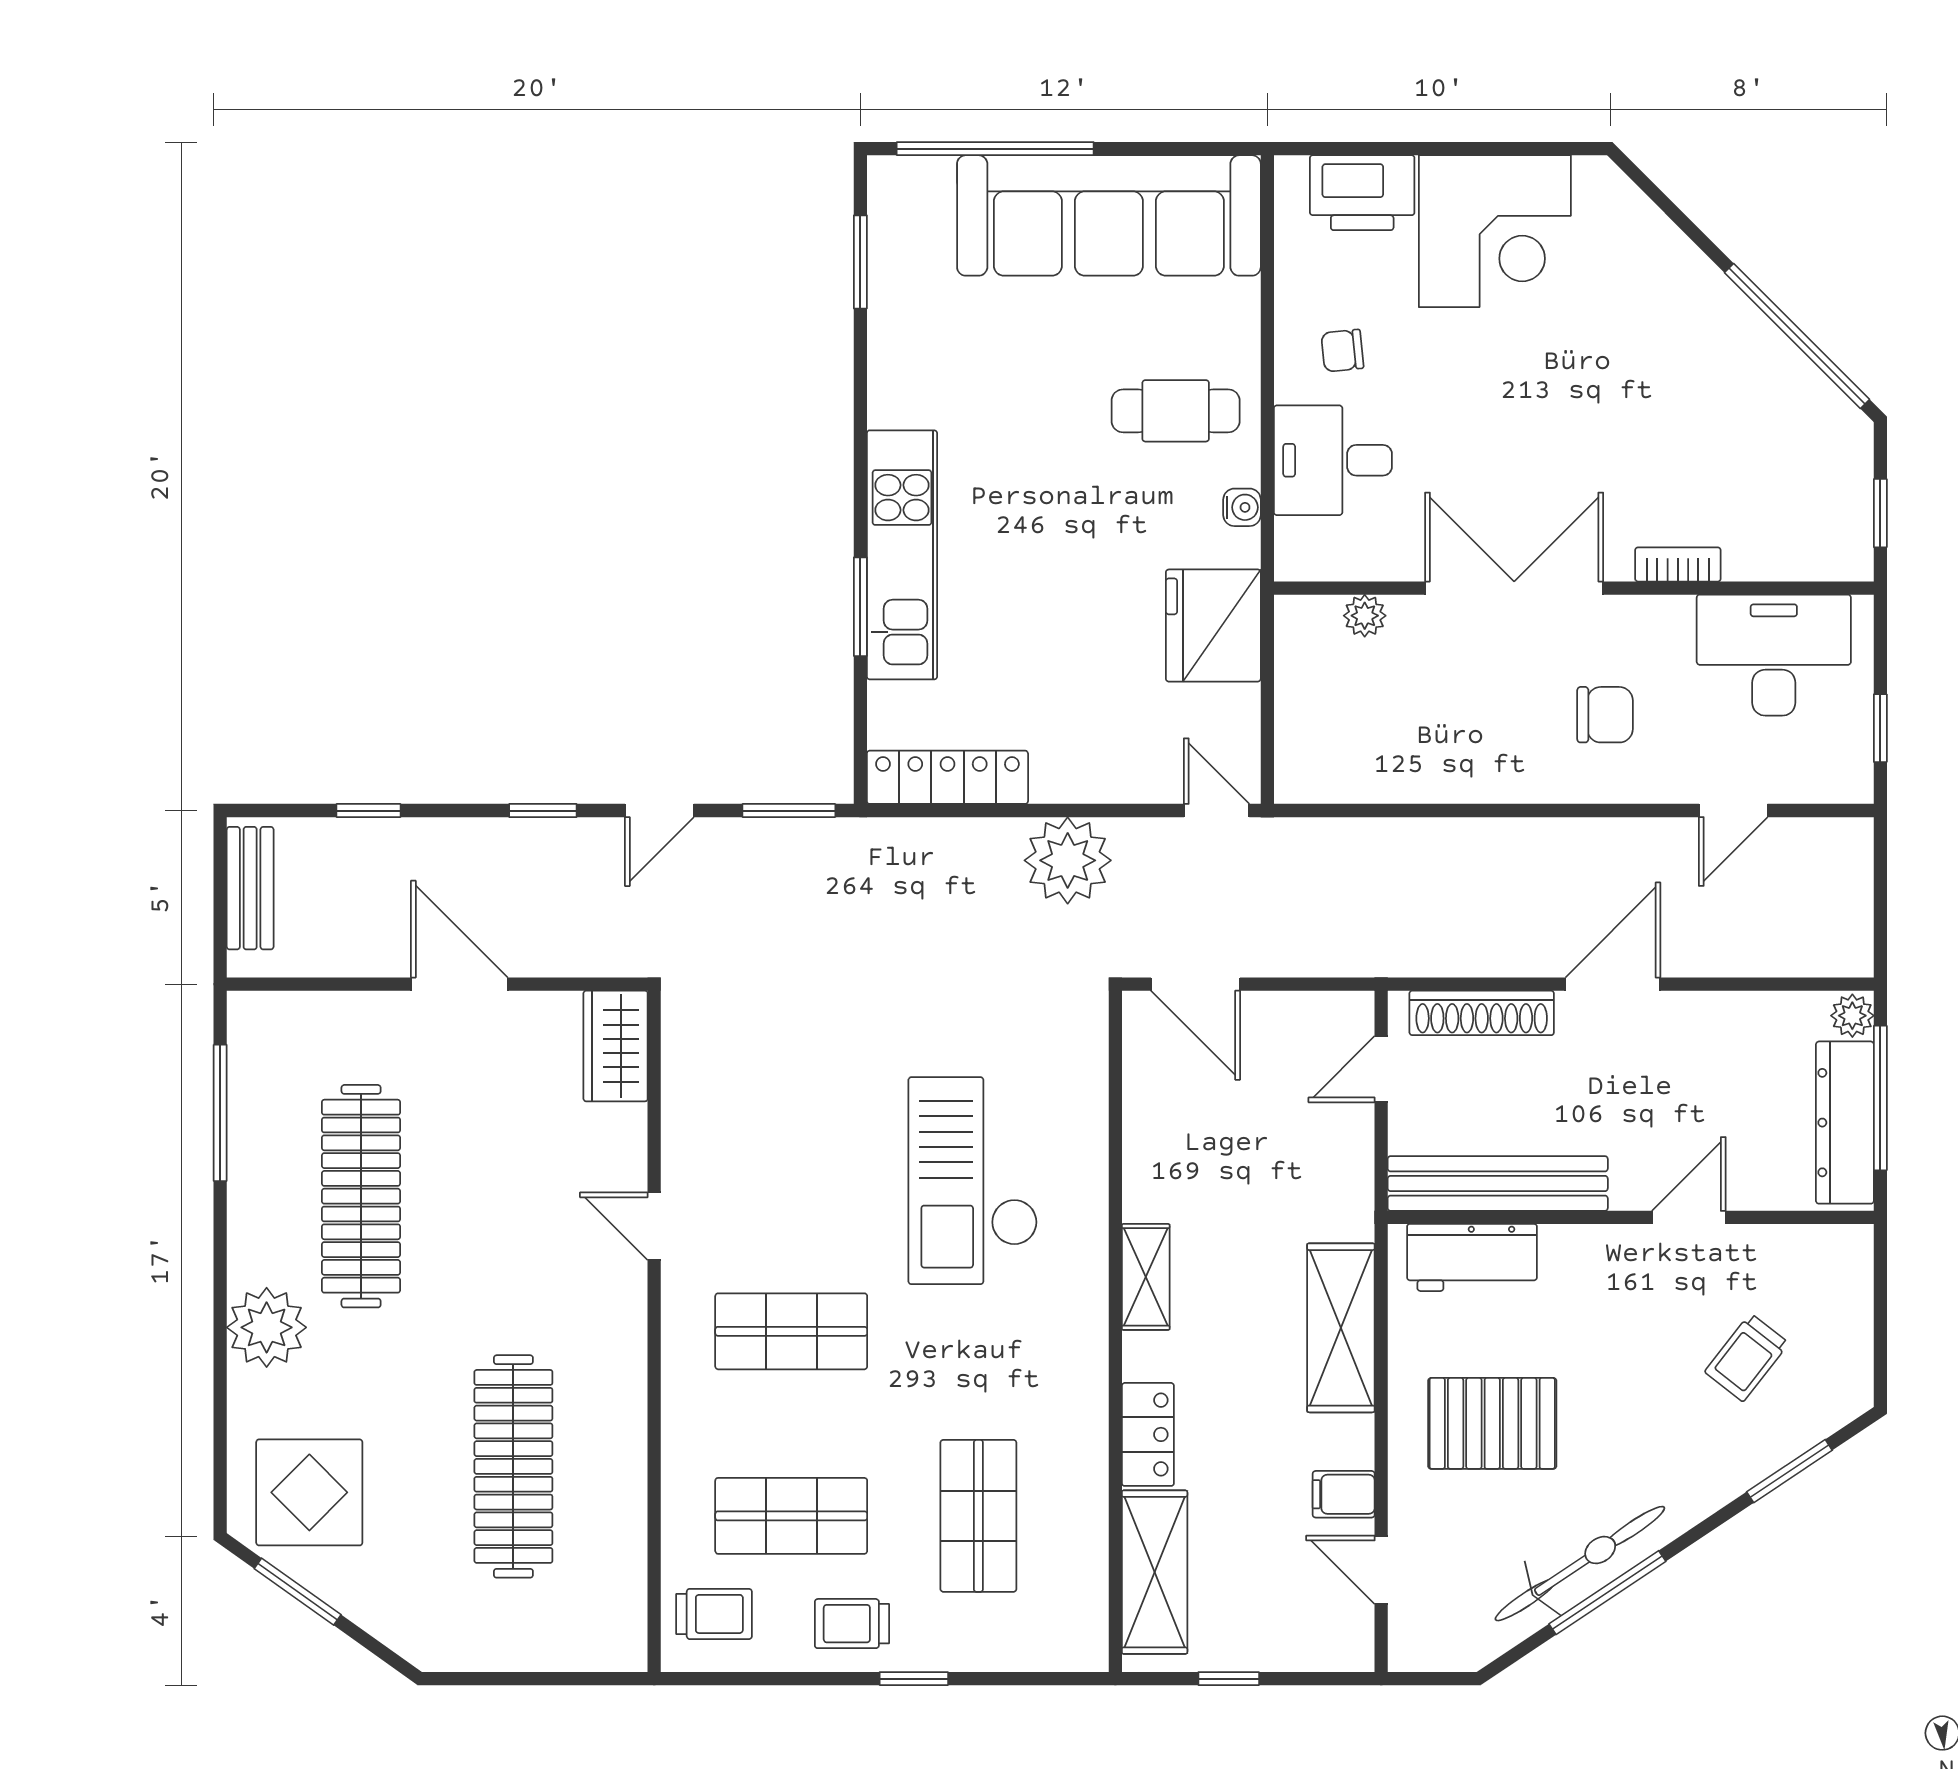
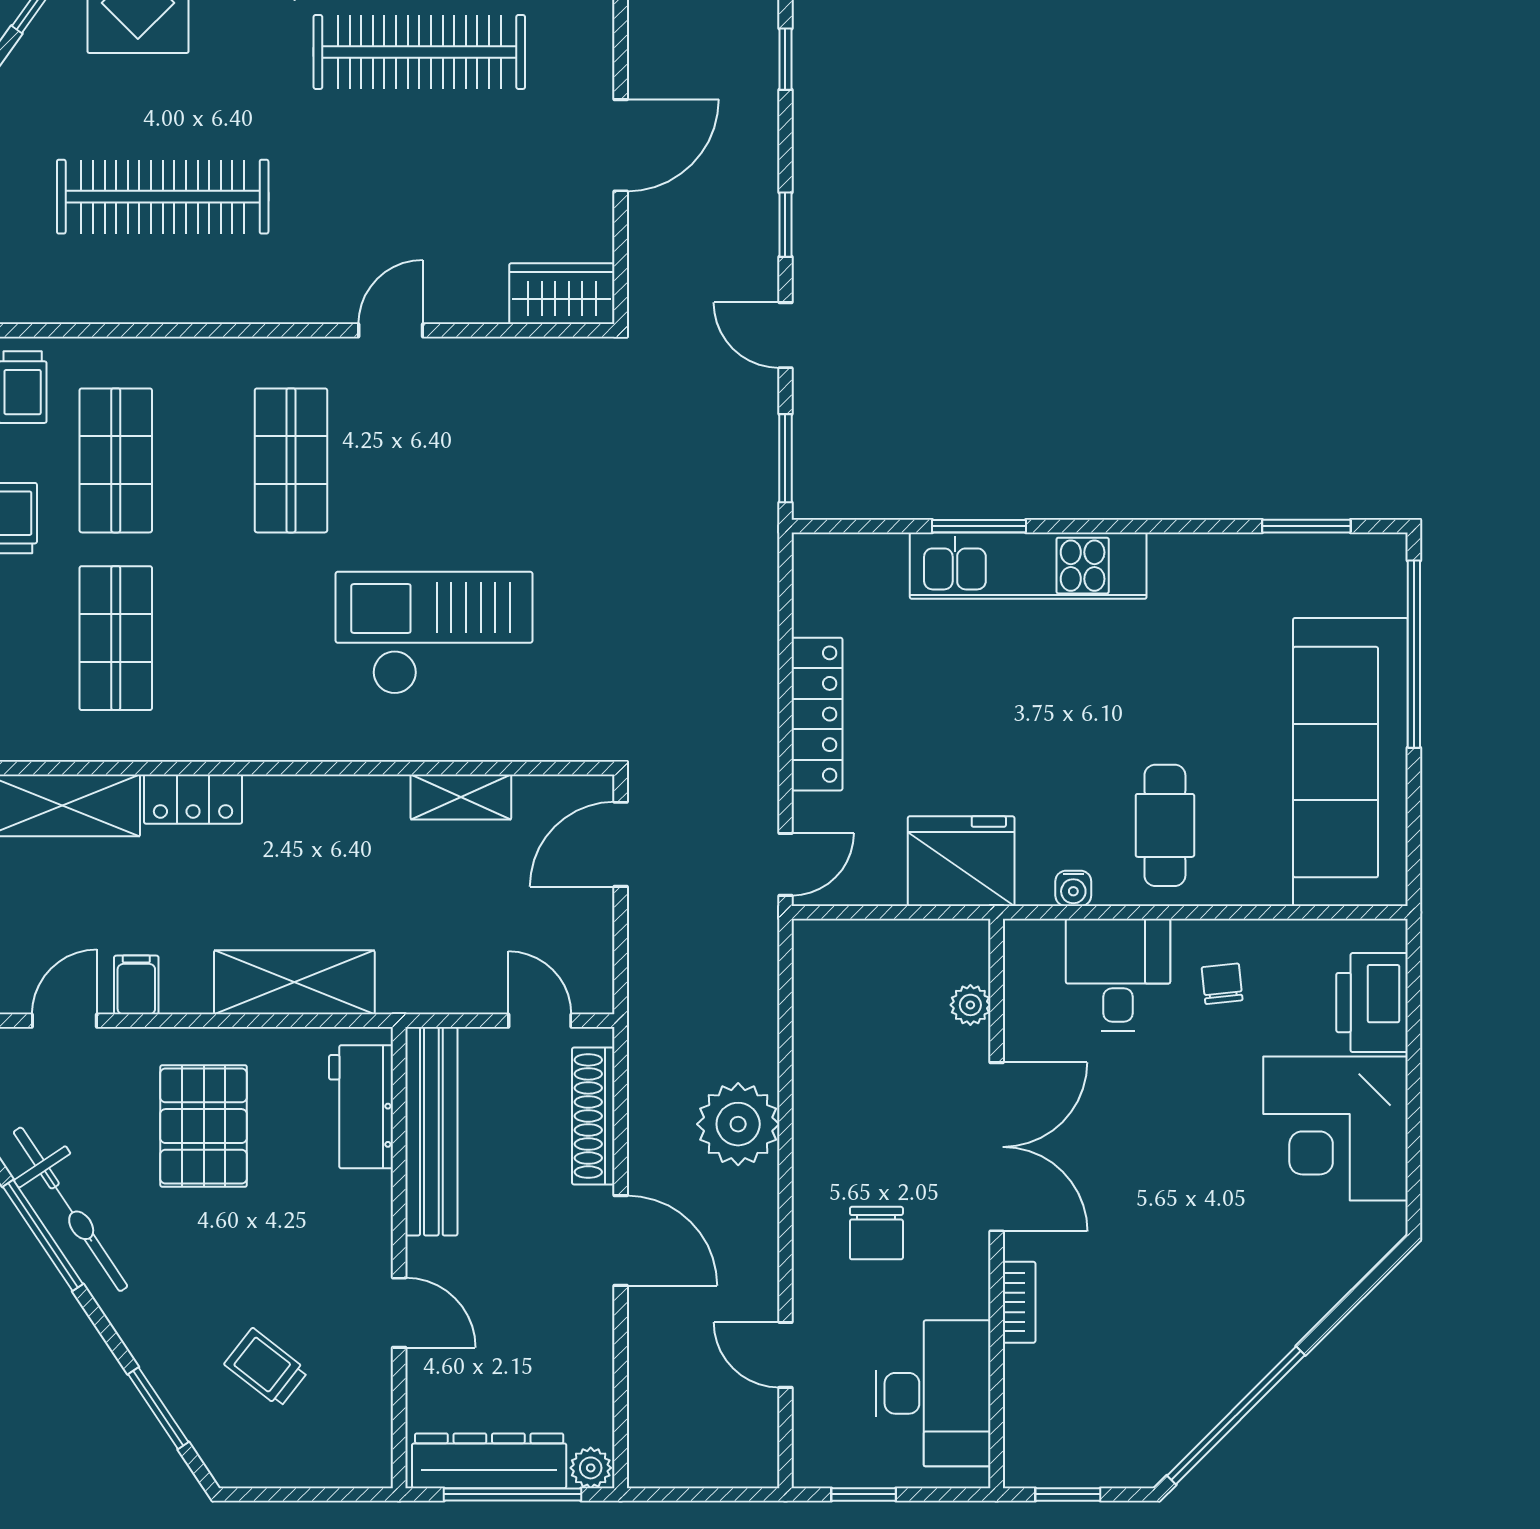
locker: (947, 777) -> (817, 714), moved
plant: (1068, 860) -> (738, 1124), moved
shelving: (1146, 1277) -> (461, 797), moved
shop shelf: (978, 1516) -> (116, 638), turned 90

